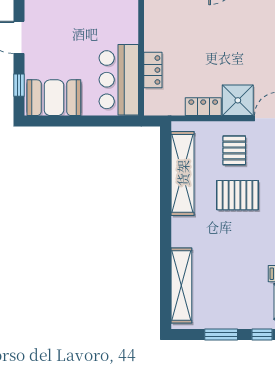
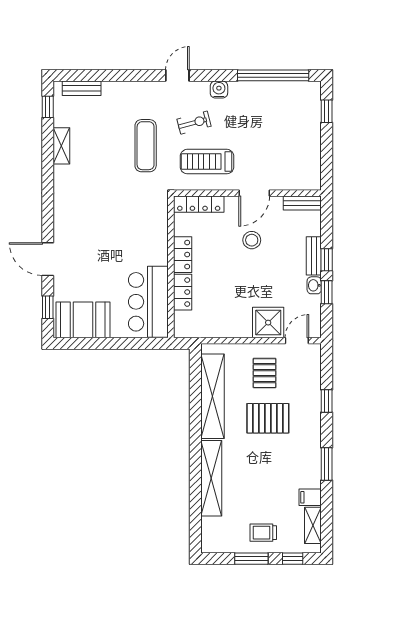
stool: (221, 18) -> (252, 240), added
locker: (203, 107) -> (183, 255), moved, turned 90
shelving: (181, 286) -> (211, 478), moved
trolley: (233, 309) -> (263, 533), added

